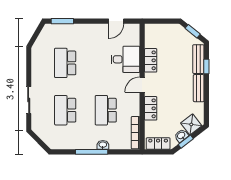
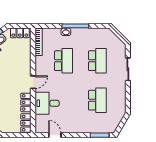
door: (116, 21) -> (55, 135), hinge flipped
locker: (151, 108) -> (26, 123), moved

